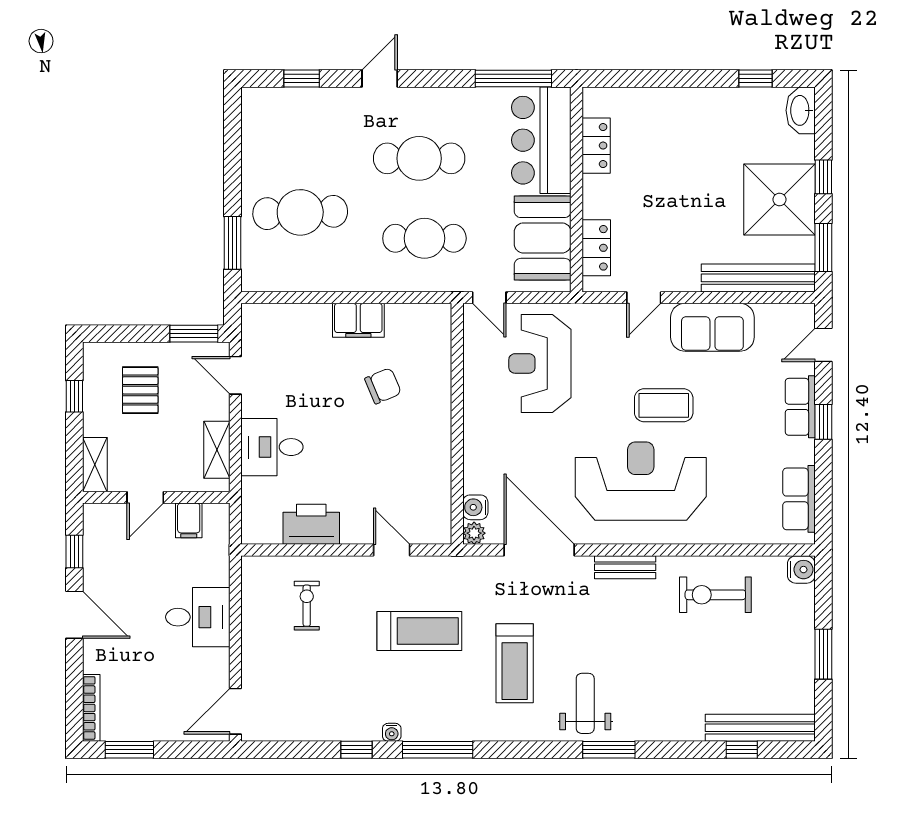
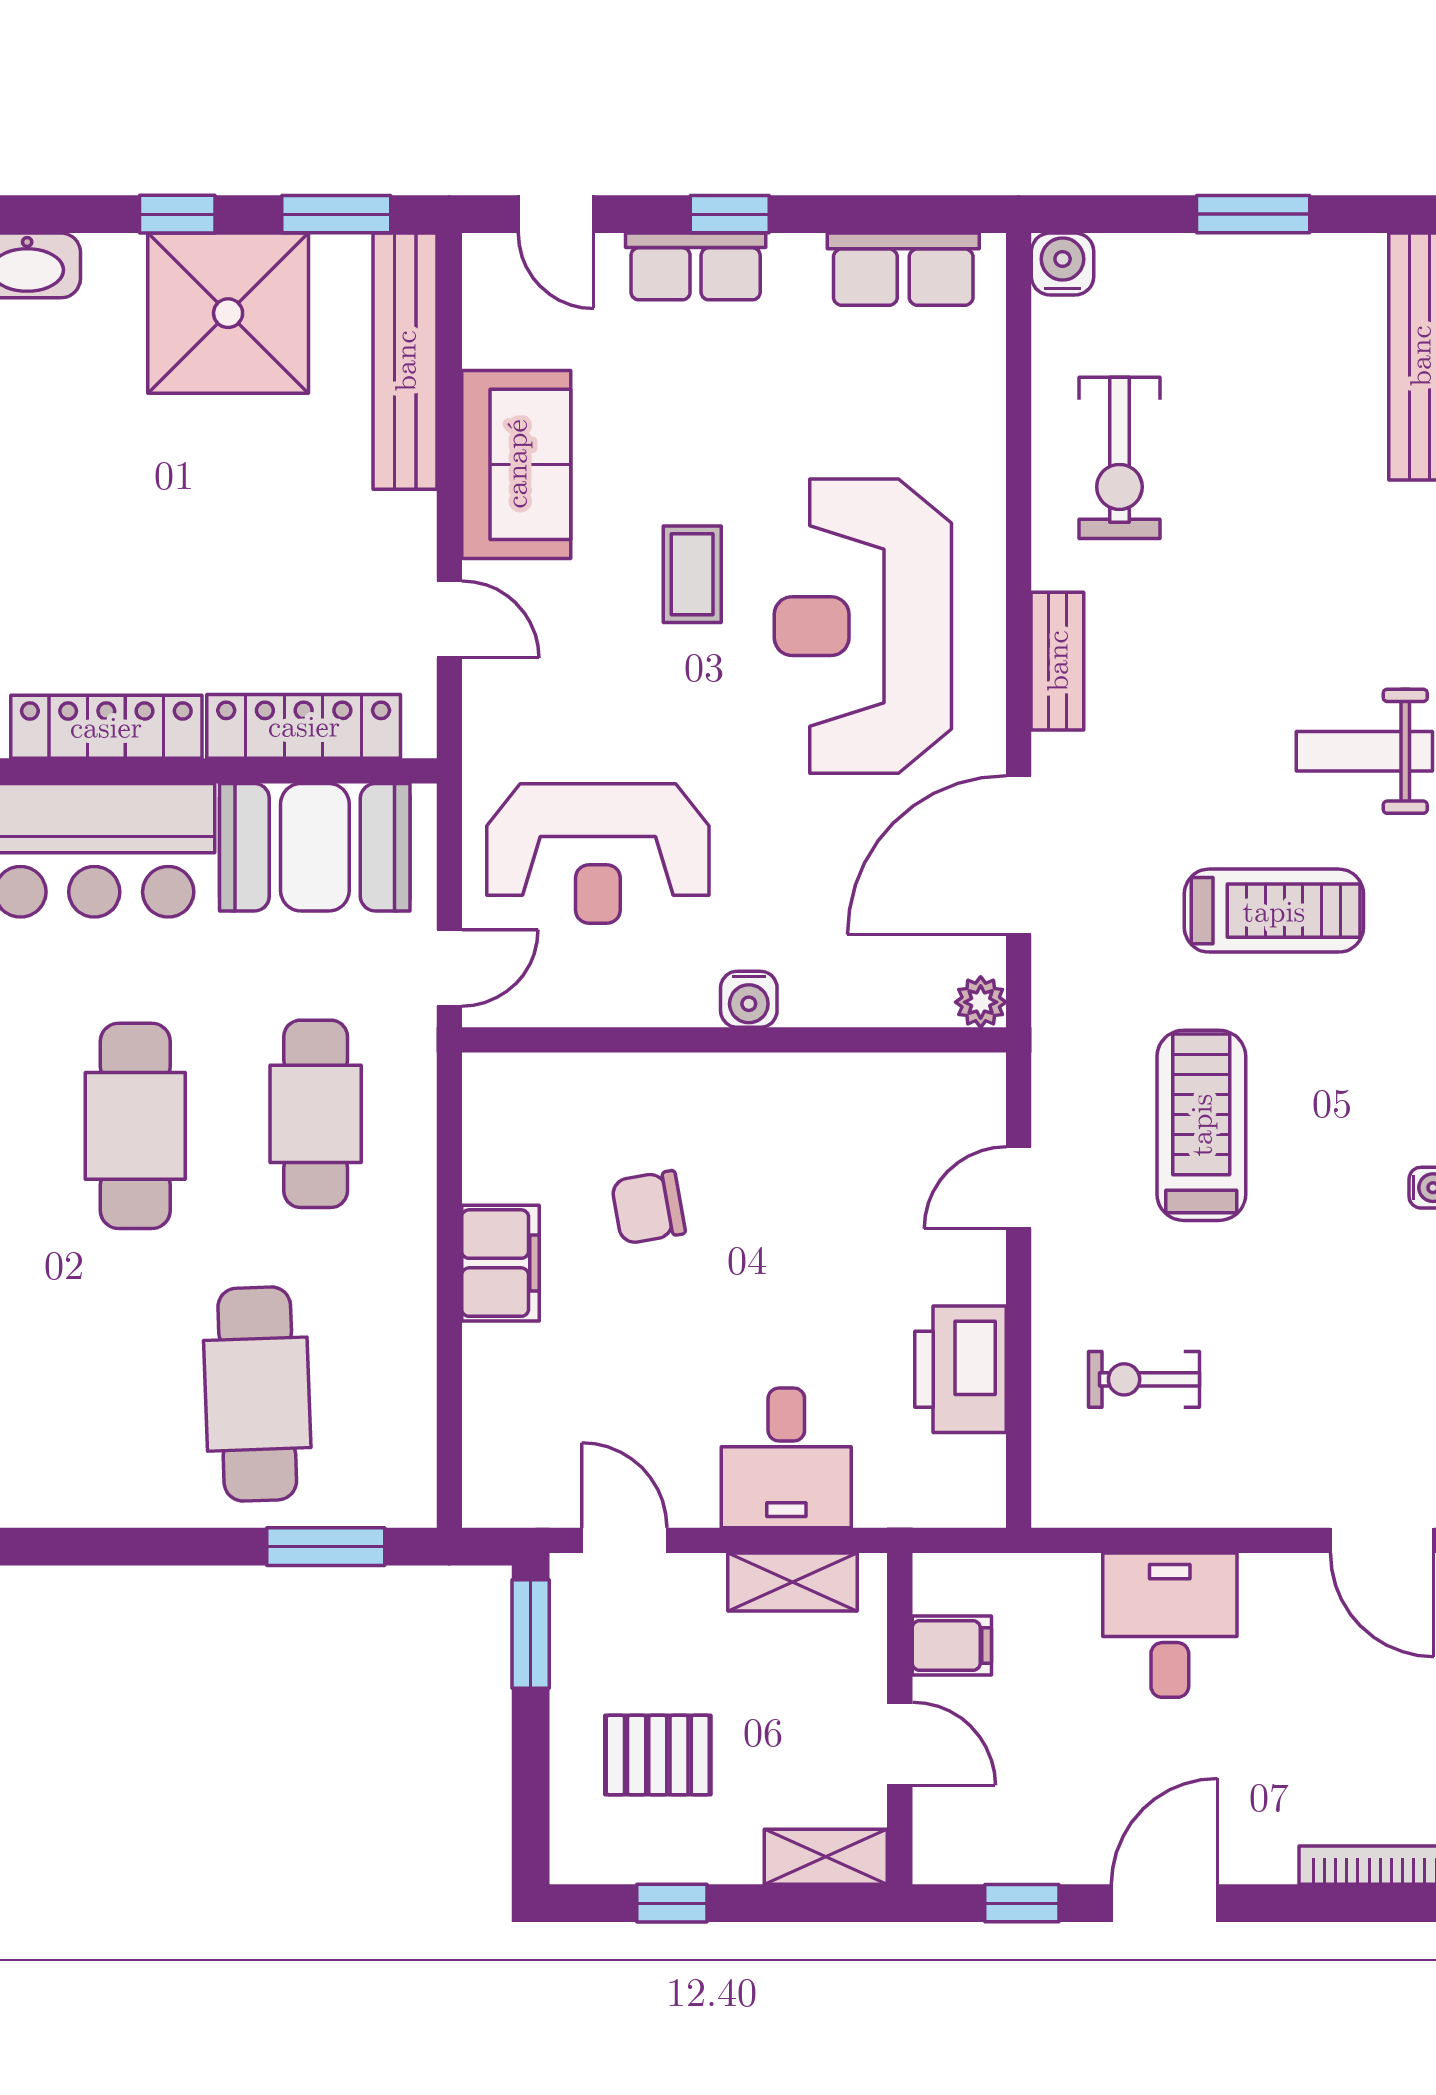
locker: (596, 146) -> (106, 727), width x1.53
locker: (596, 248) -> (304, 726), width x1.53
door: (235, 375) -> (624, 1540), swing flipped
chair: (383, 386) -> (648, 1207), turned -77
coffee table: (664, 405) -> (692, 574), width x0.73, depth x0.77
water cooler: (475, 507) -> (749, 999), moved

